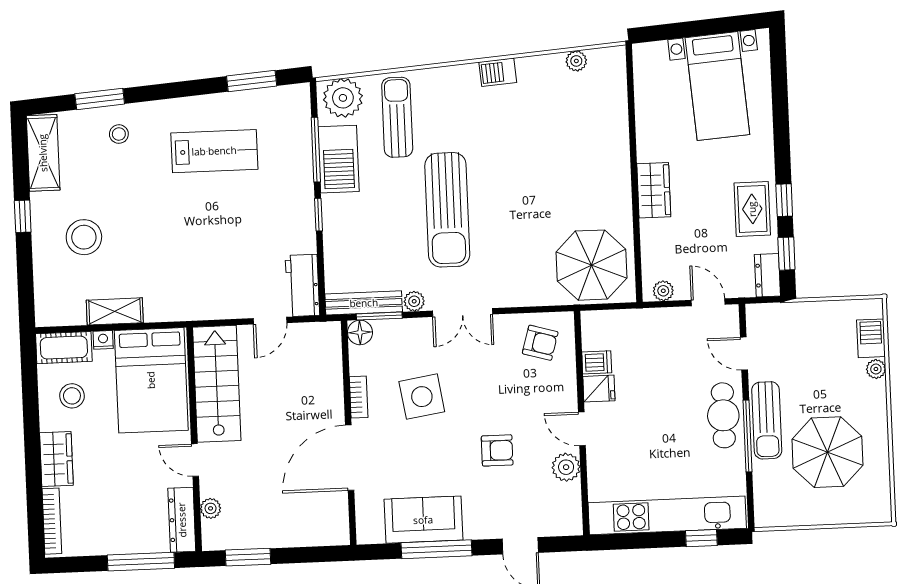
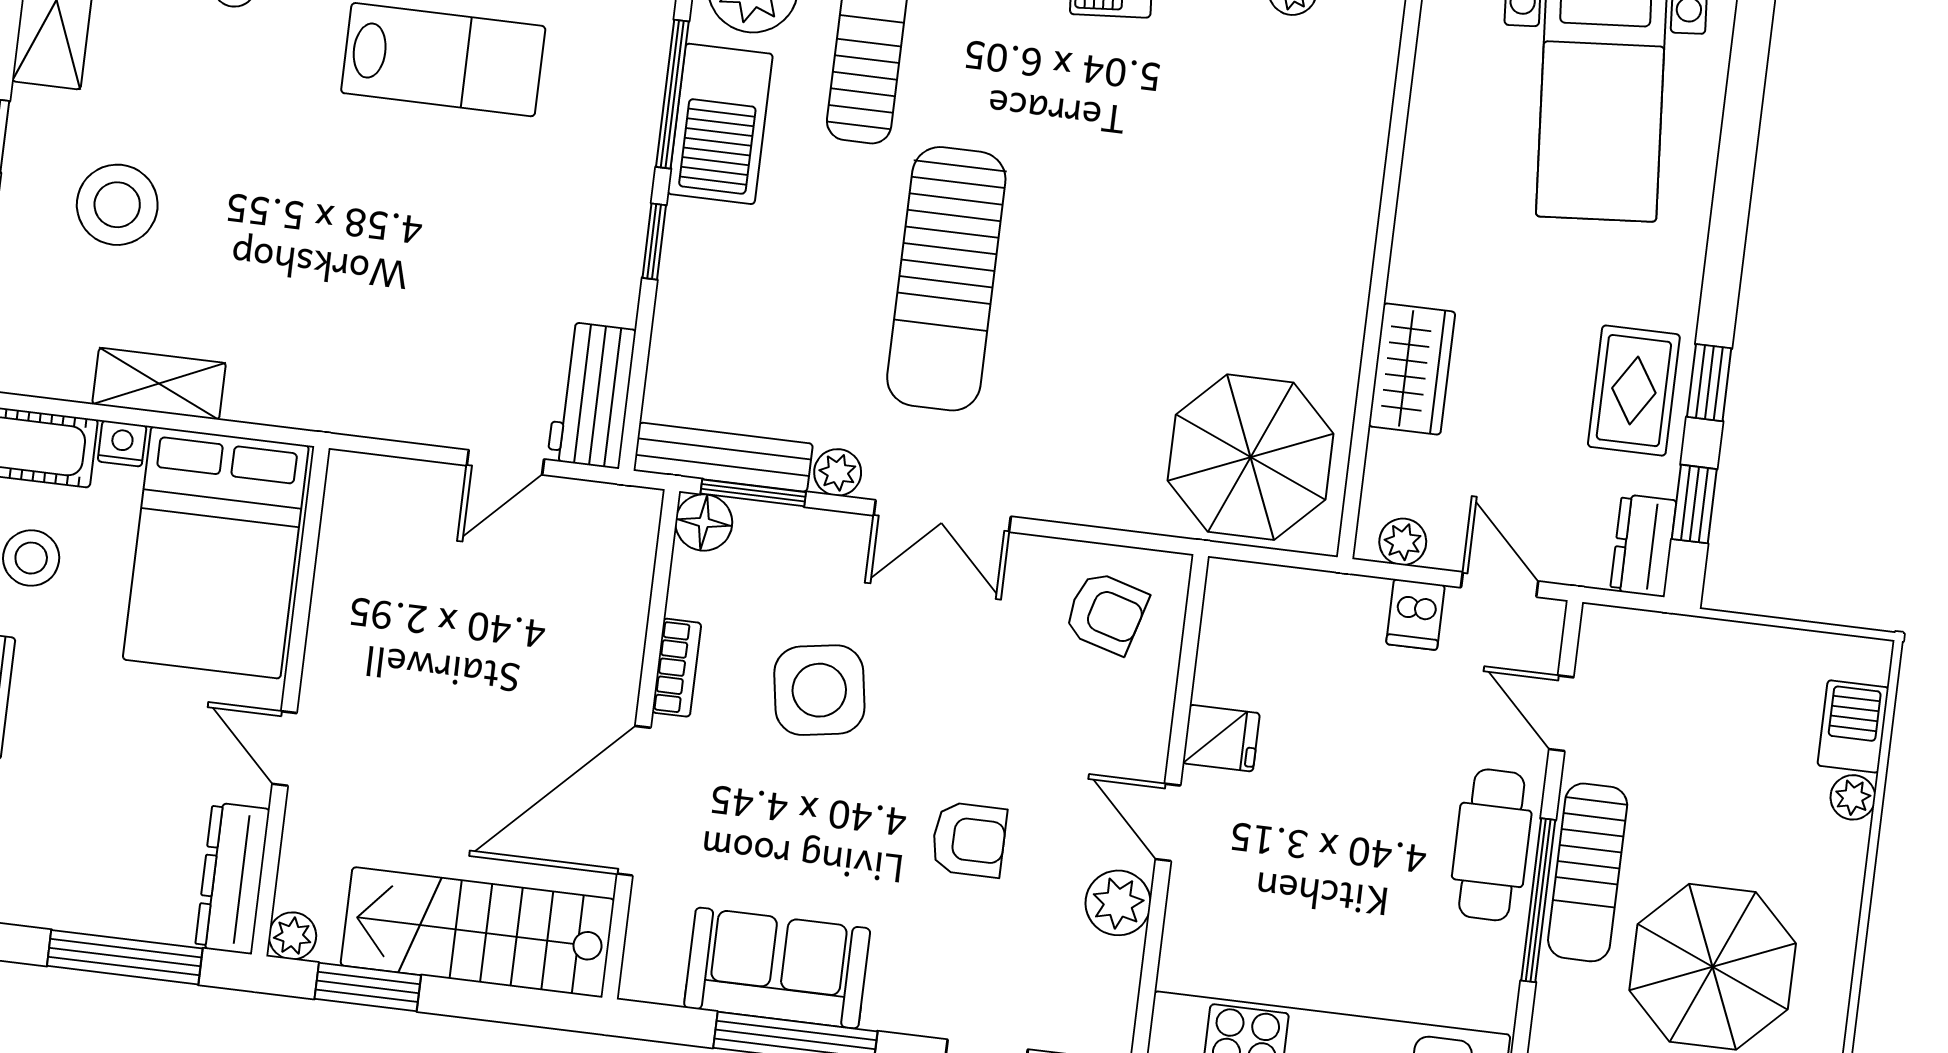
wardrobe: (654, 190) -> (1412, 369), moved
dishwasher: (597, 362) -> (1415, 615), moved, turned 90
stairs: (217, 384) -> (478, 932), moved, turned -90
plant: (211, 508) -> (292, 936), moved

